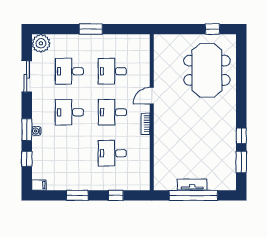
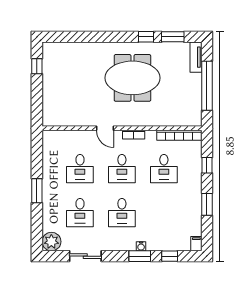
meeting table: (207, 70) -> (132, 78), moved
bookcase: (145, 168) -> (179, 135), added
tv unit: (192, 185) -> (196, 57), moved

